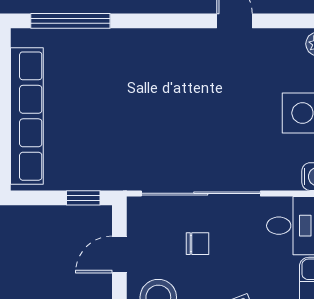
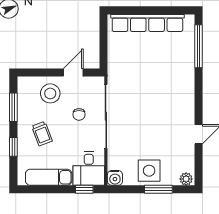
window: (83, 198) -> (104, 53), removed
door: (119, 254) -> (73, 73), hinge flipped

